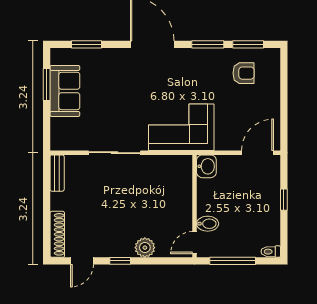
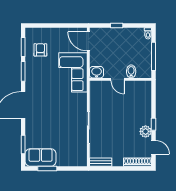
sofa: (65, 91) -> (41, 158), moved
corner sofa: (181, 127) -> (73, 72), moved
door: (195, 243) -> (117, 79), moved
plant: (145, 248) -> (146, 131), moved

